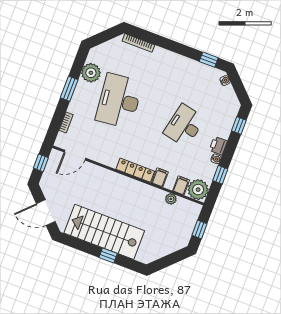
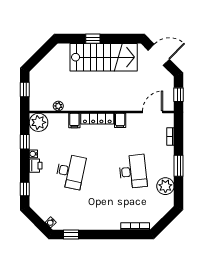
desk: (119, 101) -> (133, 172), width x0.73, depth x0.77
filing cabinet: (181, 185) -> (120, 120), moved

